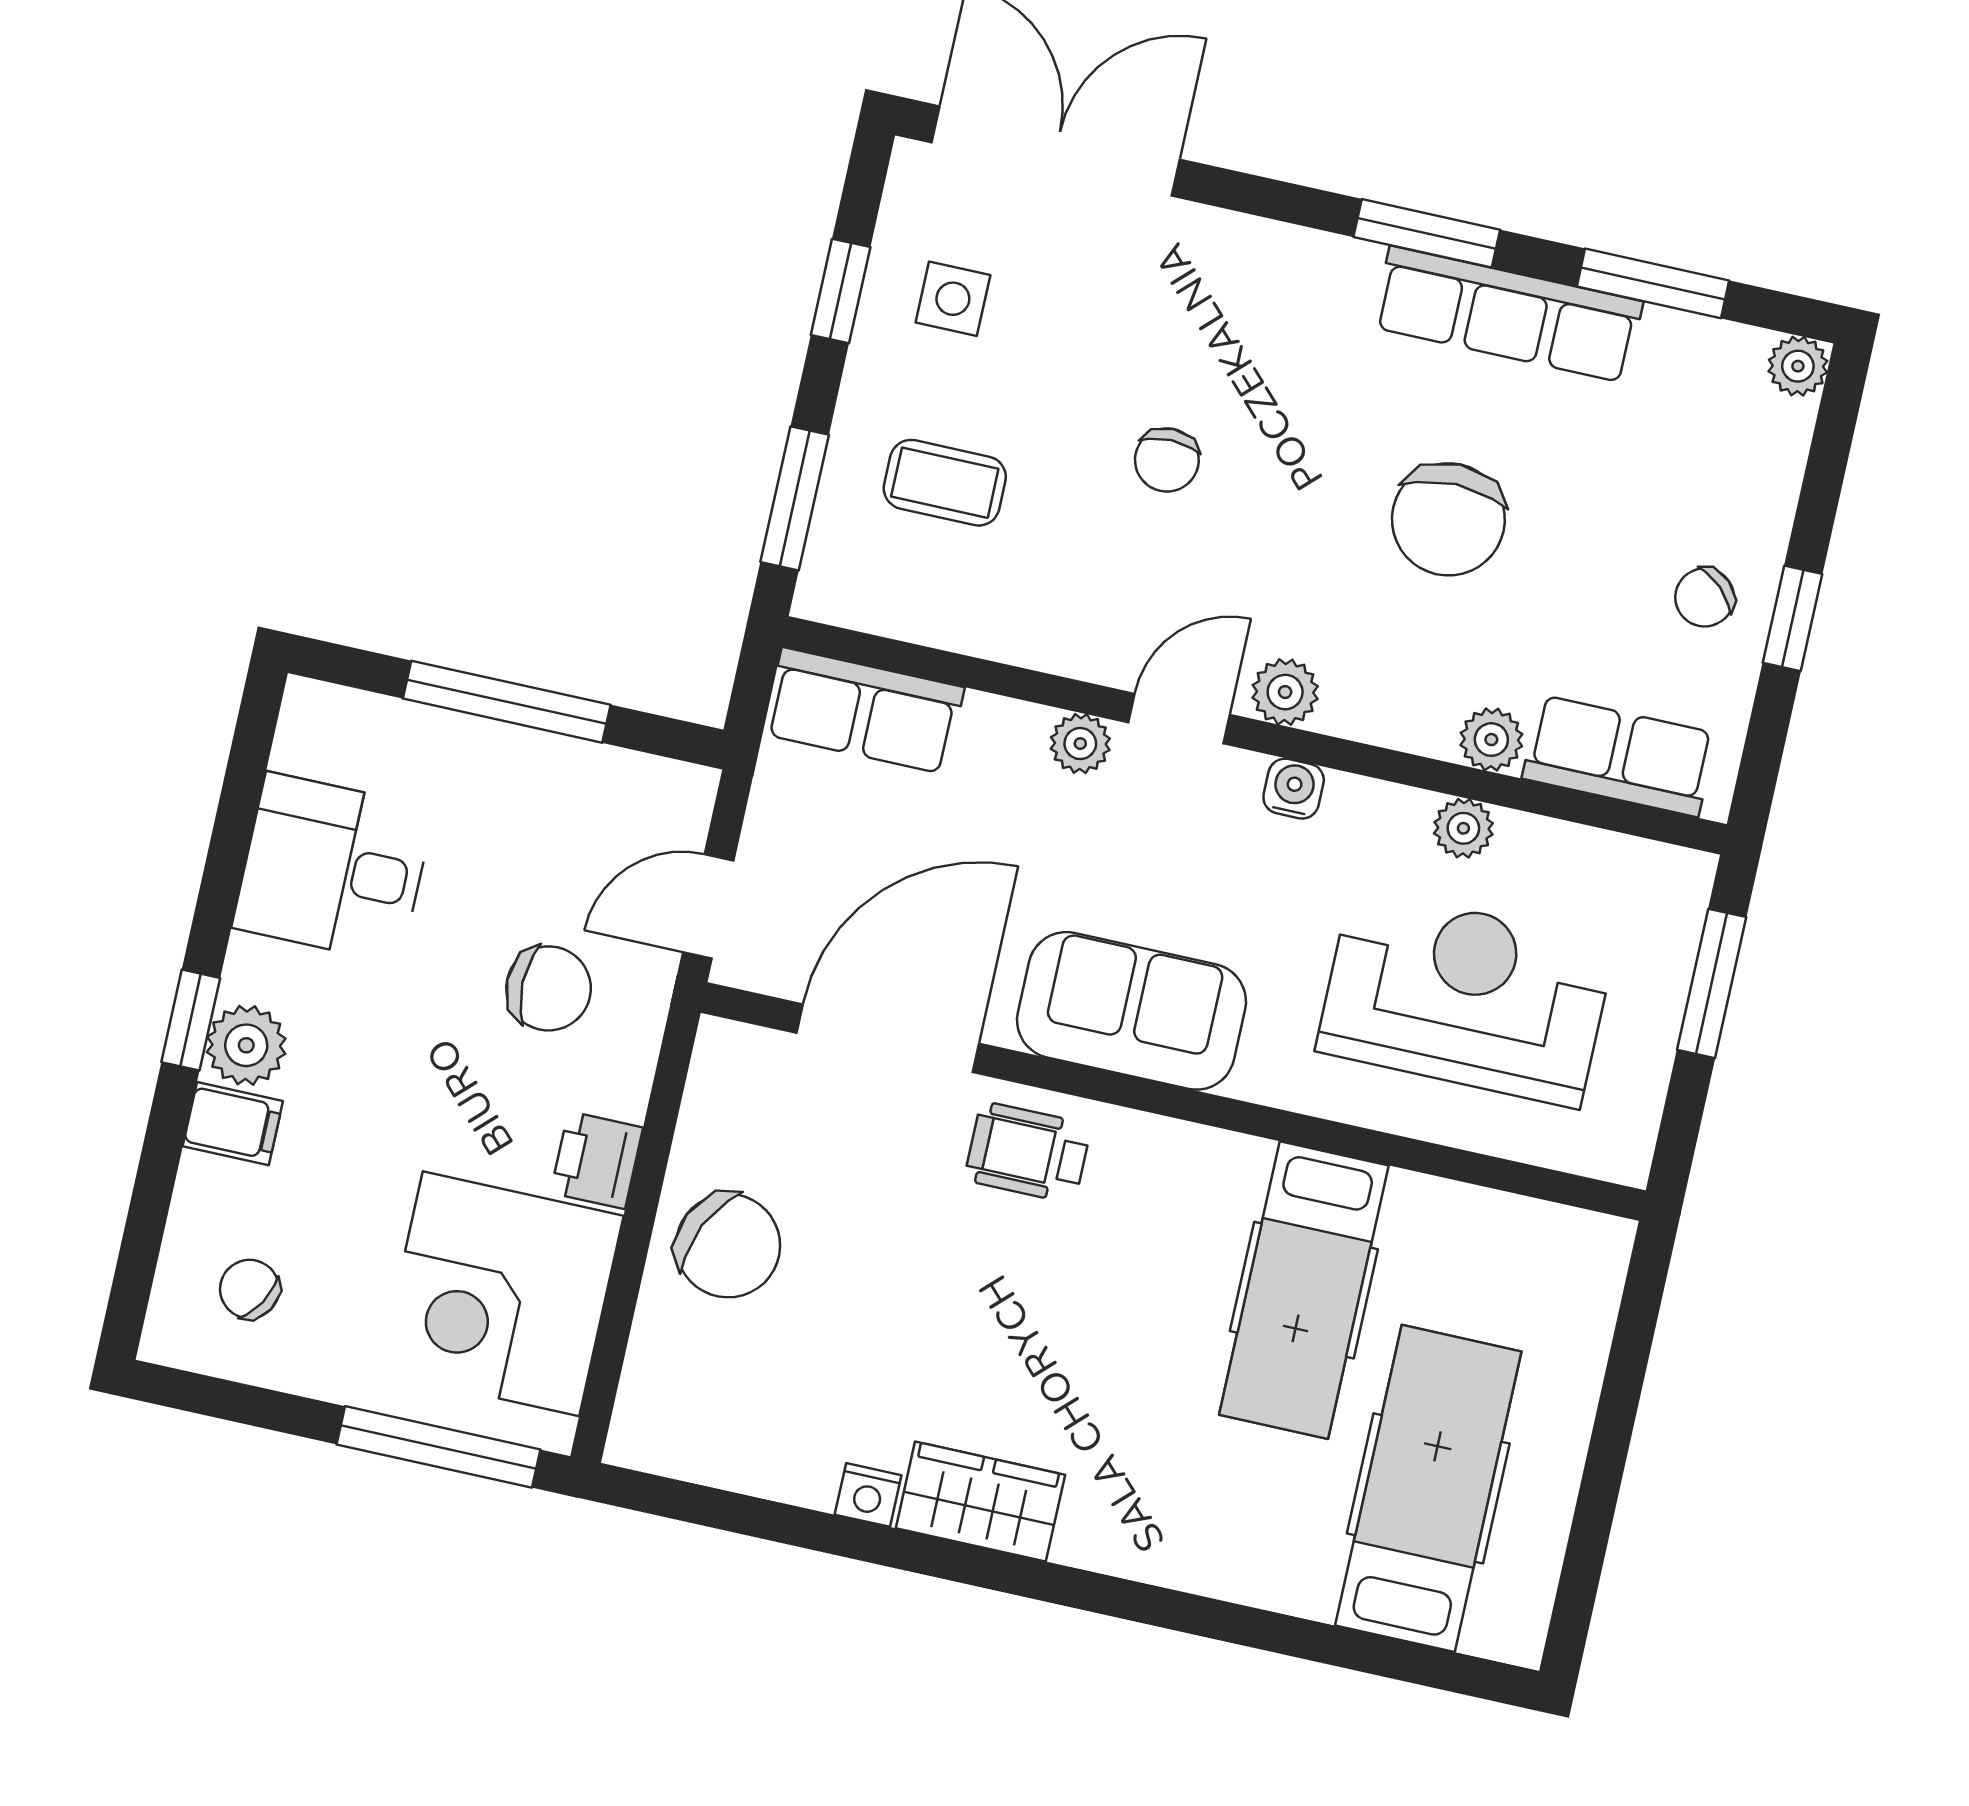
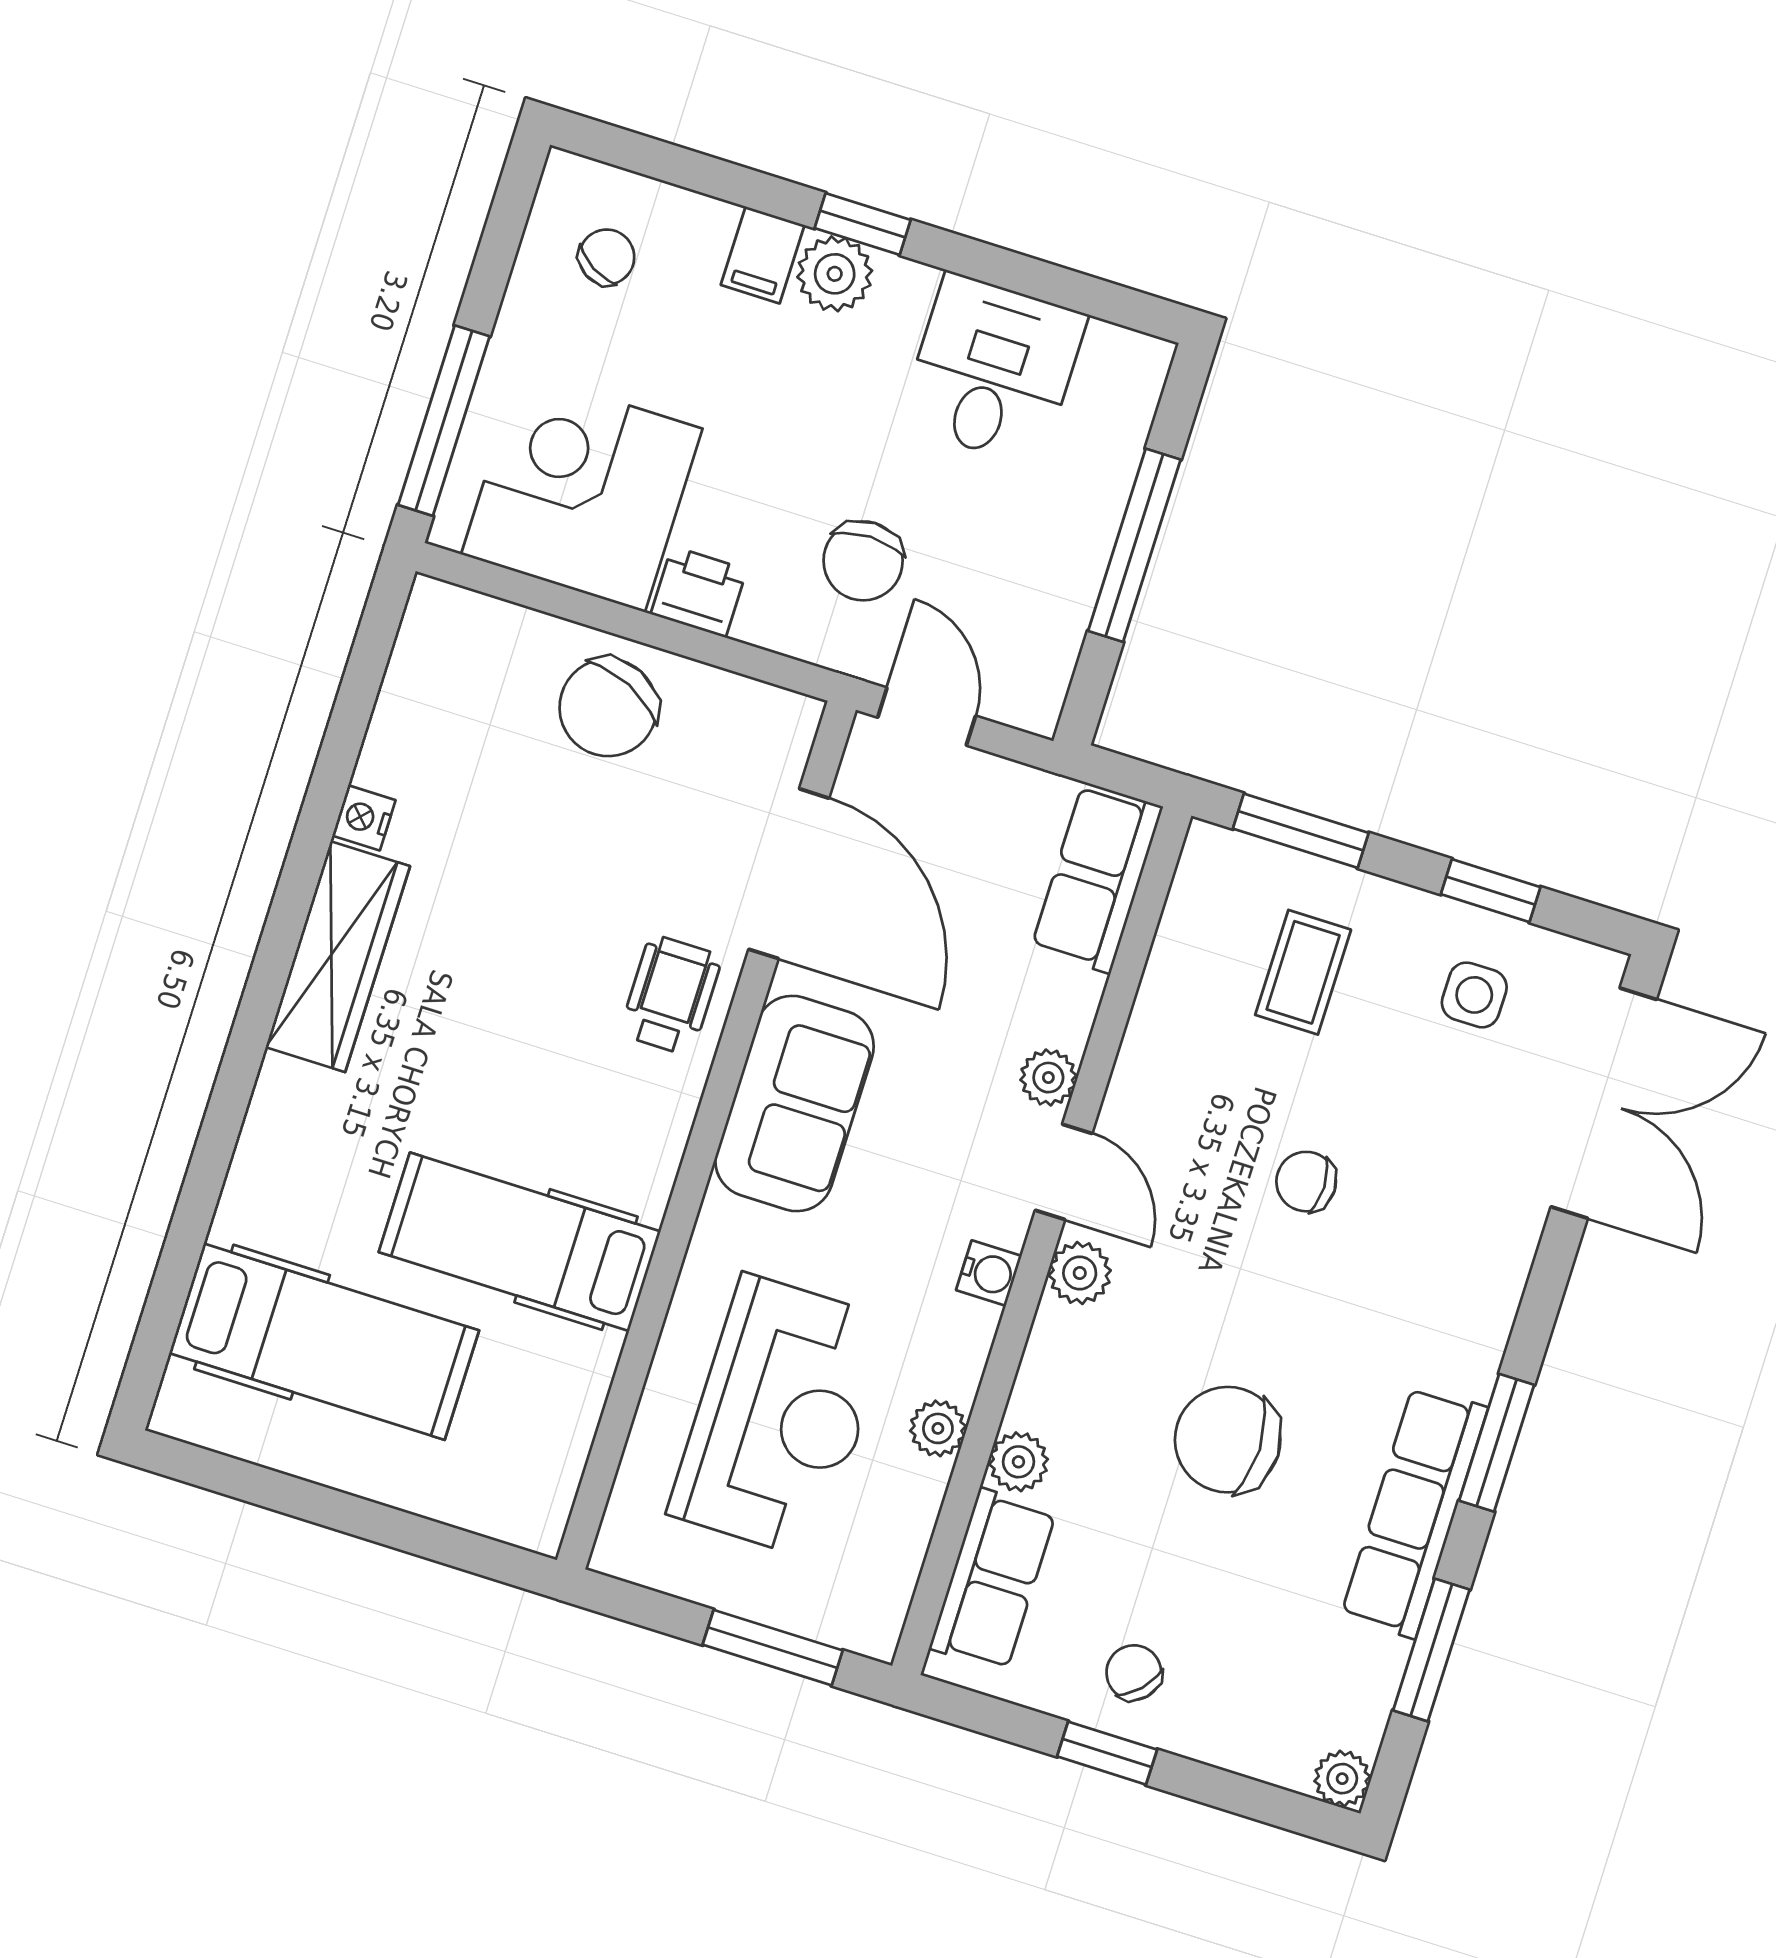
wardrobe: (980, 1501) -> (338, 957), width x1.50

